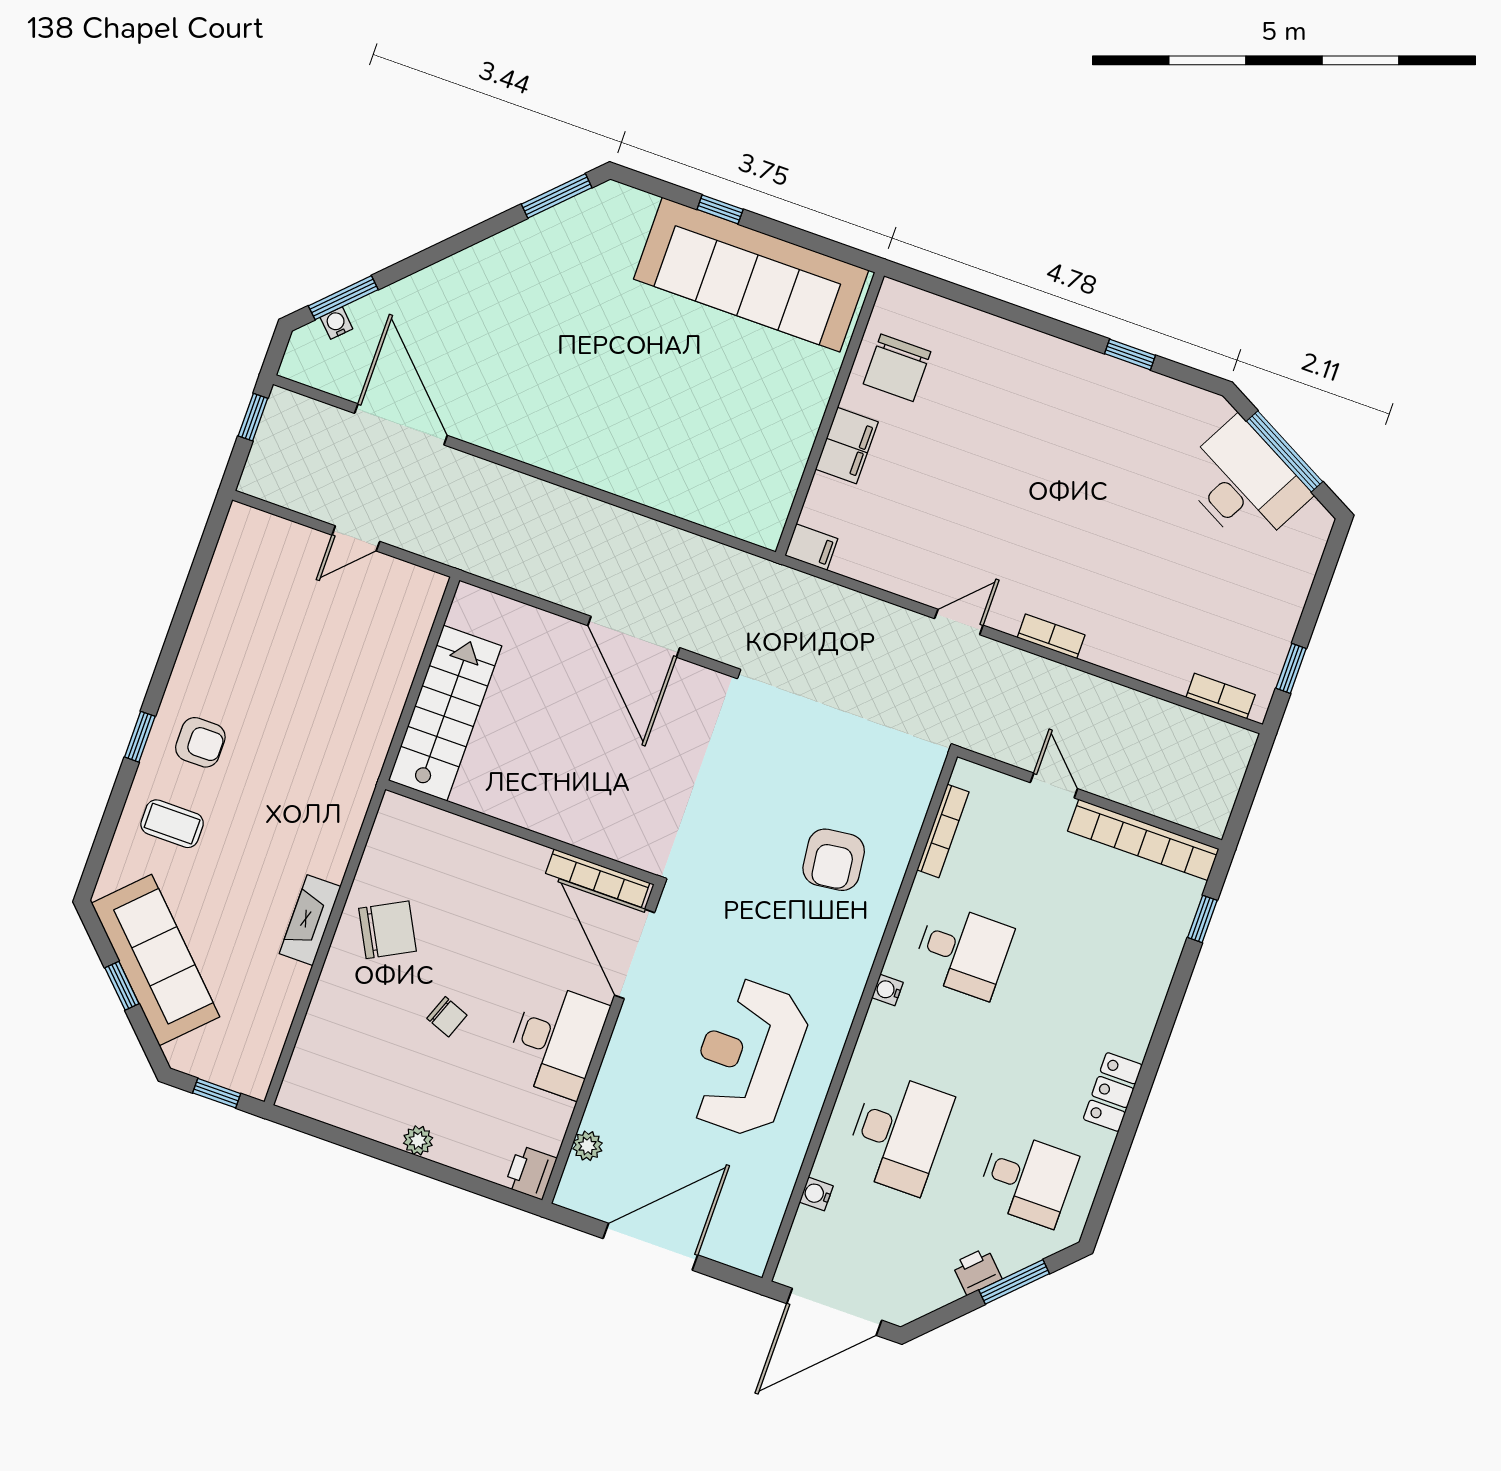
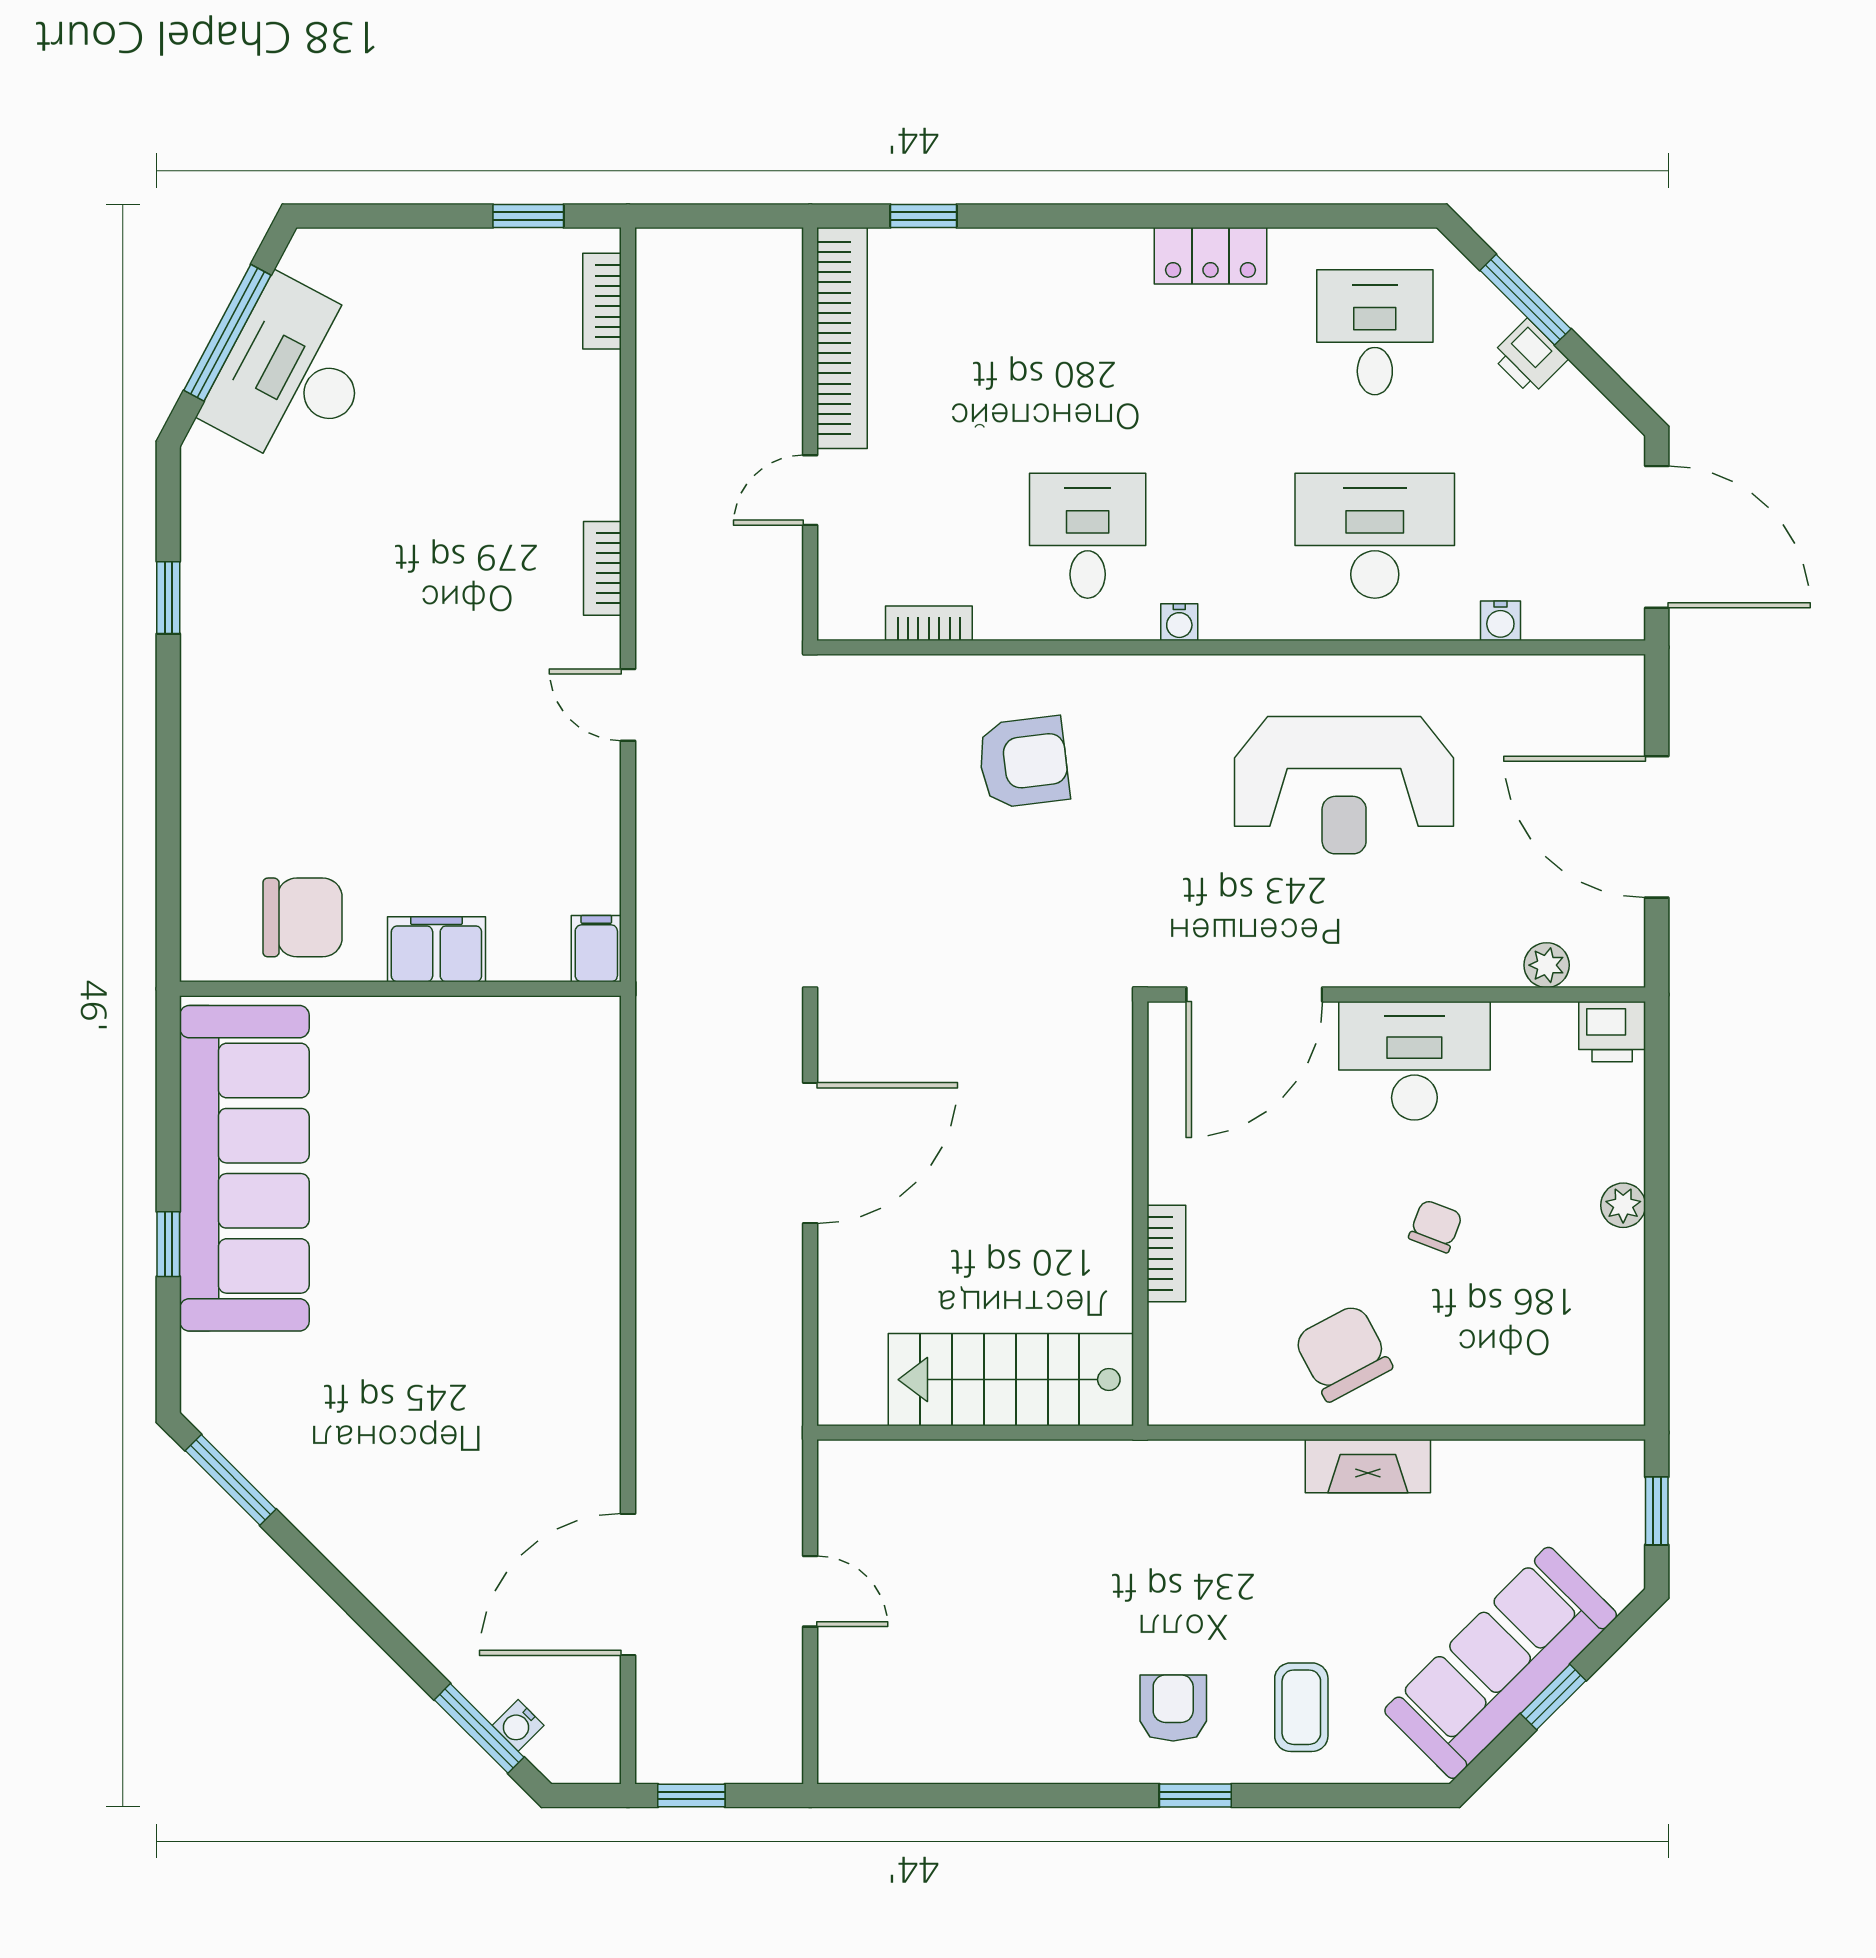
bookcase: (943, 831) -> (929, 623), width x0.64
bookcase: (598, 878) -> (1166, 1254), moved, width x0.64

